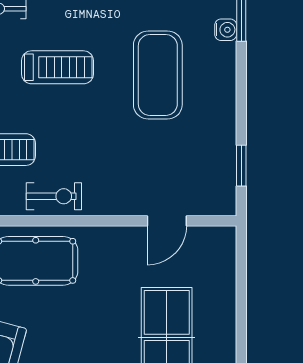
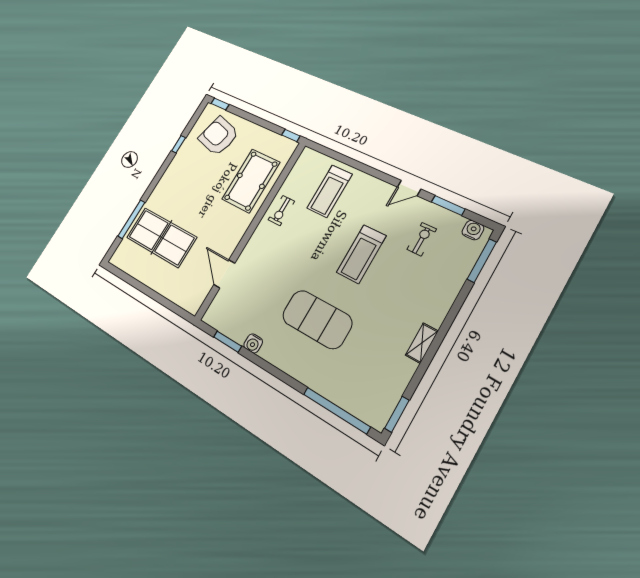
water cooler: (226, 30) -> (253, 343), moved
exercise bike: (54, 196) -> (281, 211), width x0.73, depth x0.72

